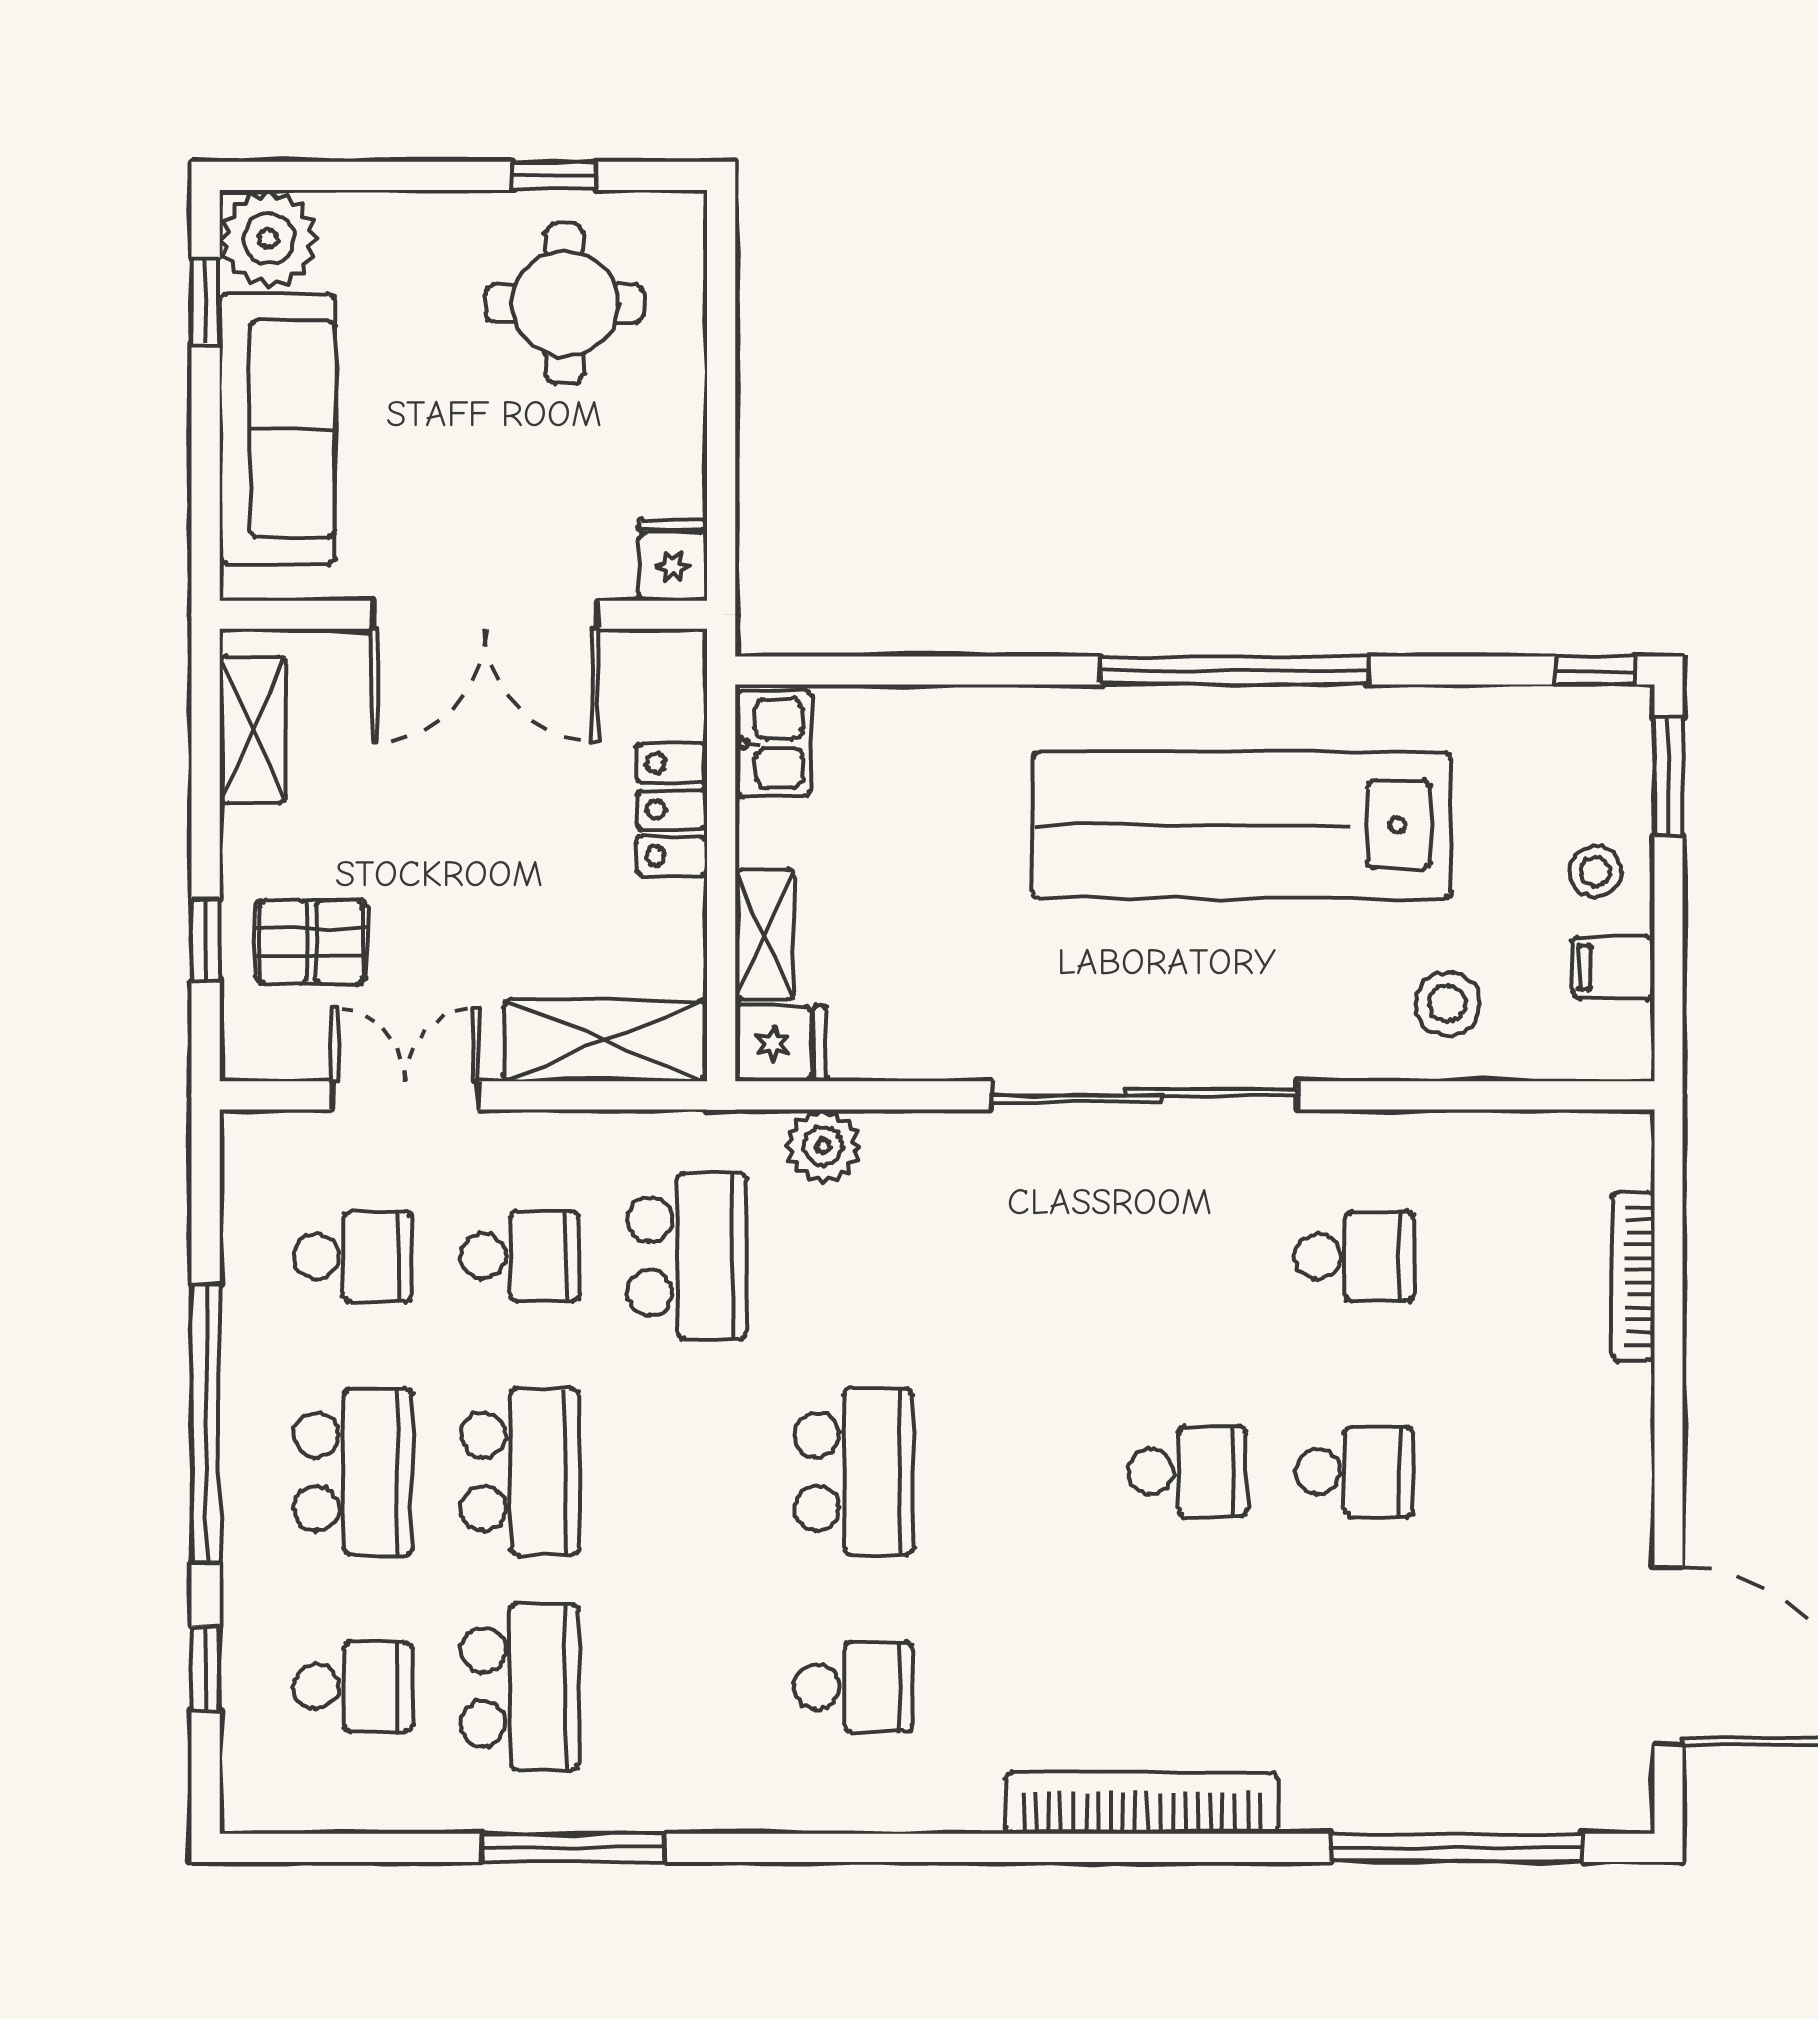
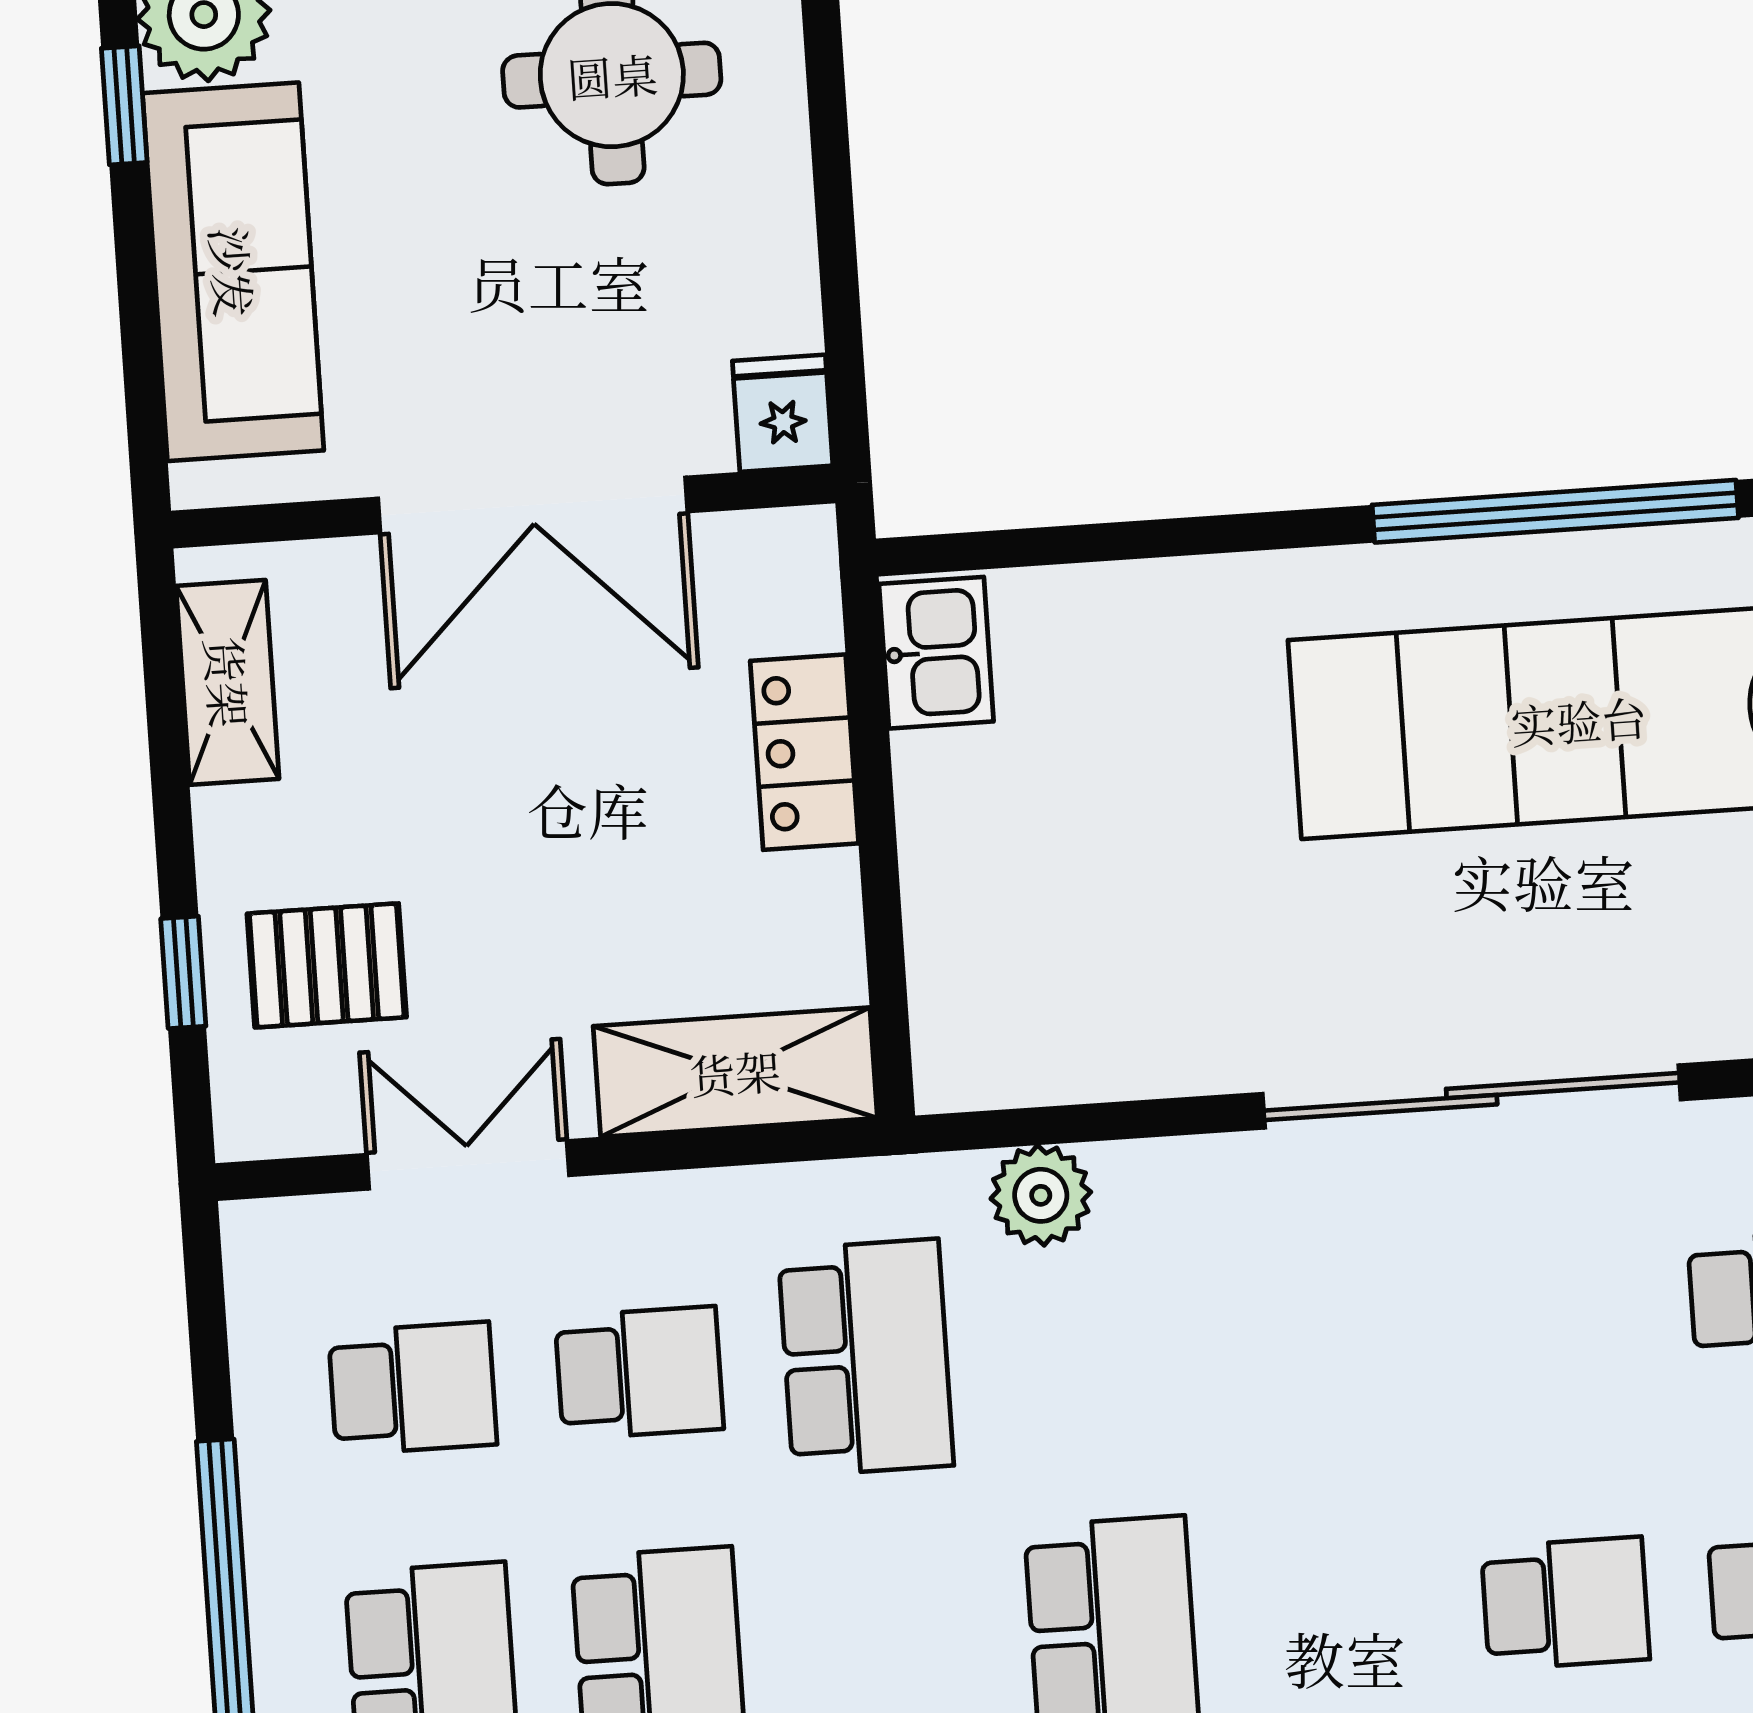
shelving: (764, 935) -> (941, 913), removed
fridge: (780, 1043) -> (973, 1060), removed

